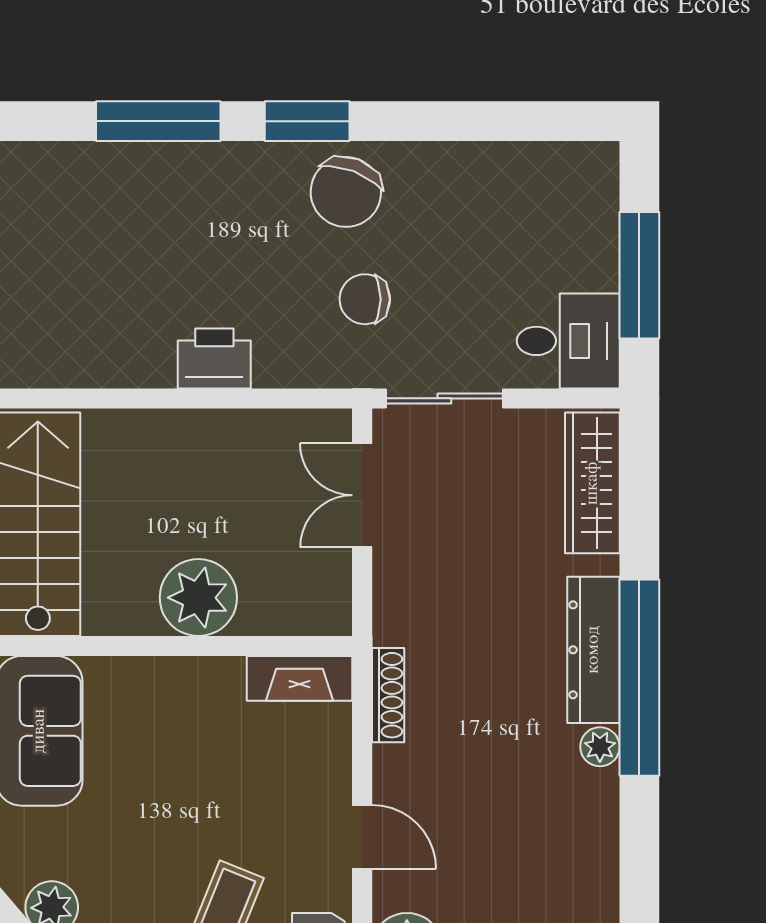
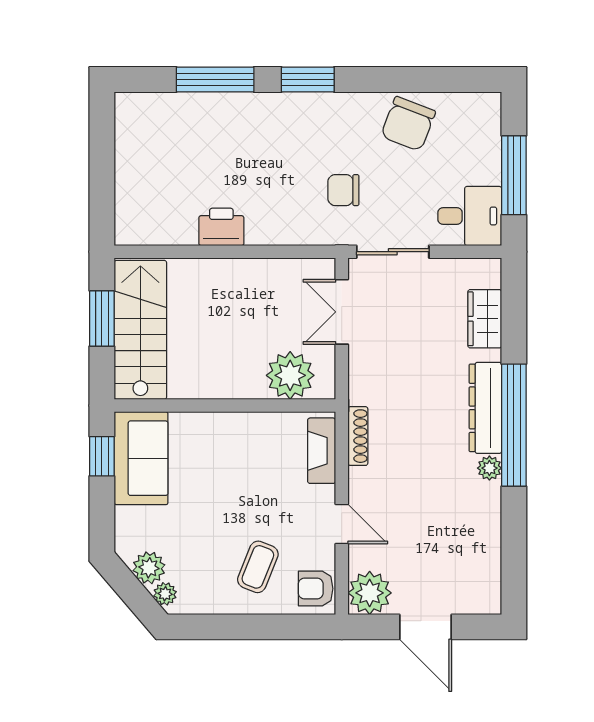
chair: (346, 192) -> (408, 124), moved
printer: (214, 358) -> (221, 227), moved
wardrobe: (592, 483) -> (485, 319), width x0.67
plant: (198, 598) -> (290, 375), moved
fireplace: (300, 678) -> (322, 451), moved, turned 90

